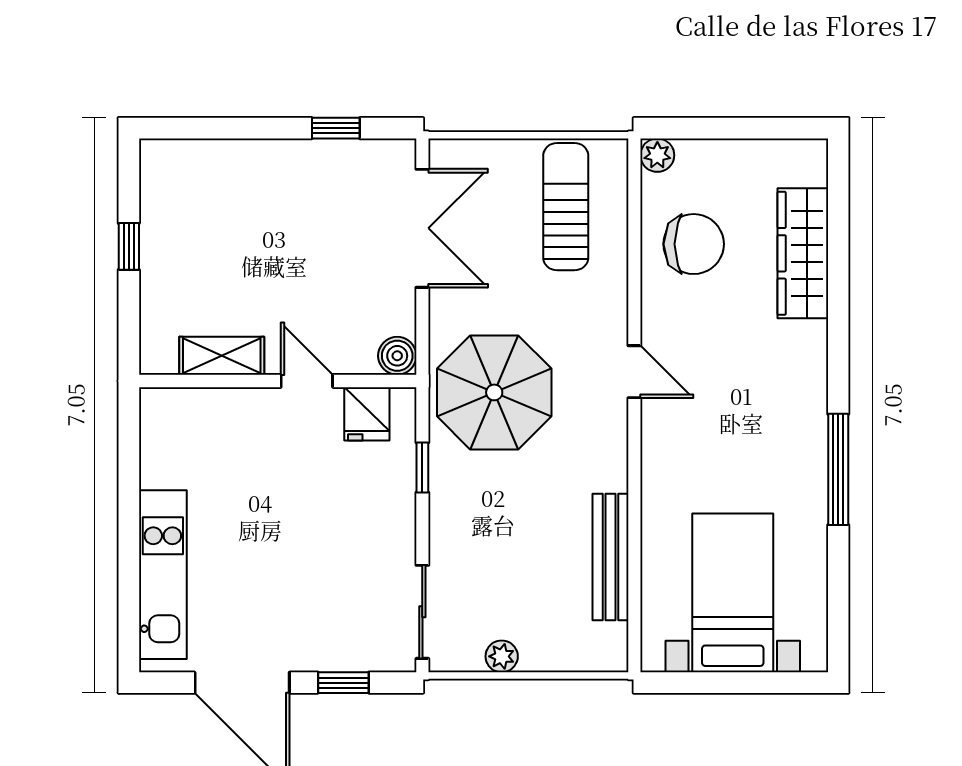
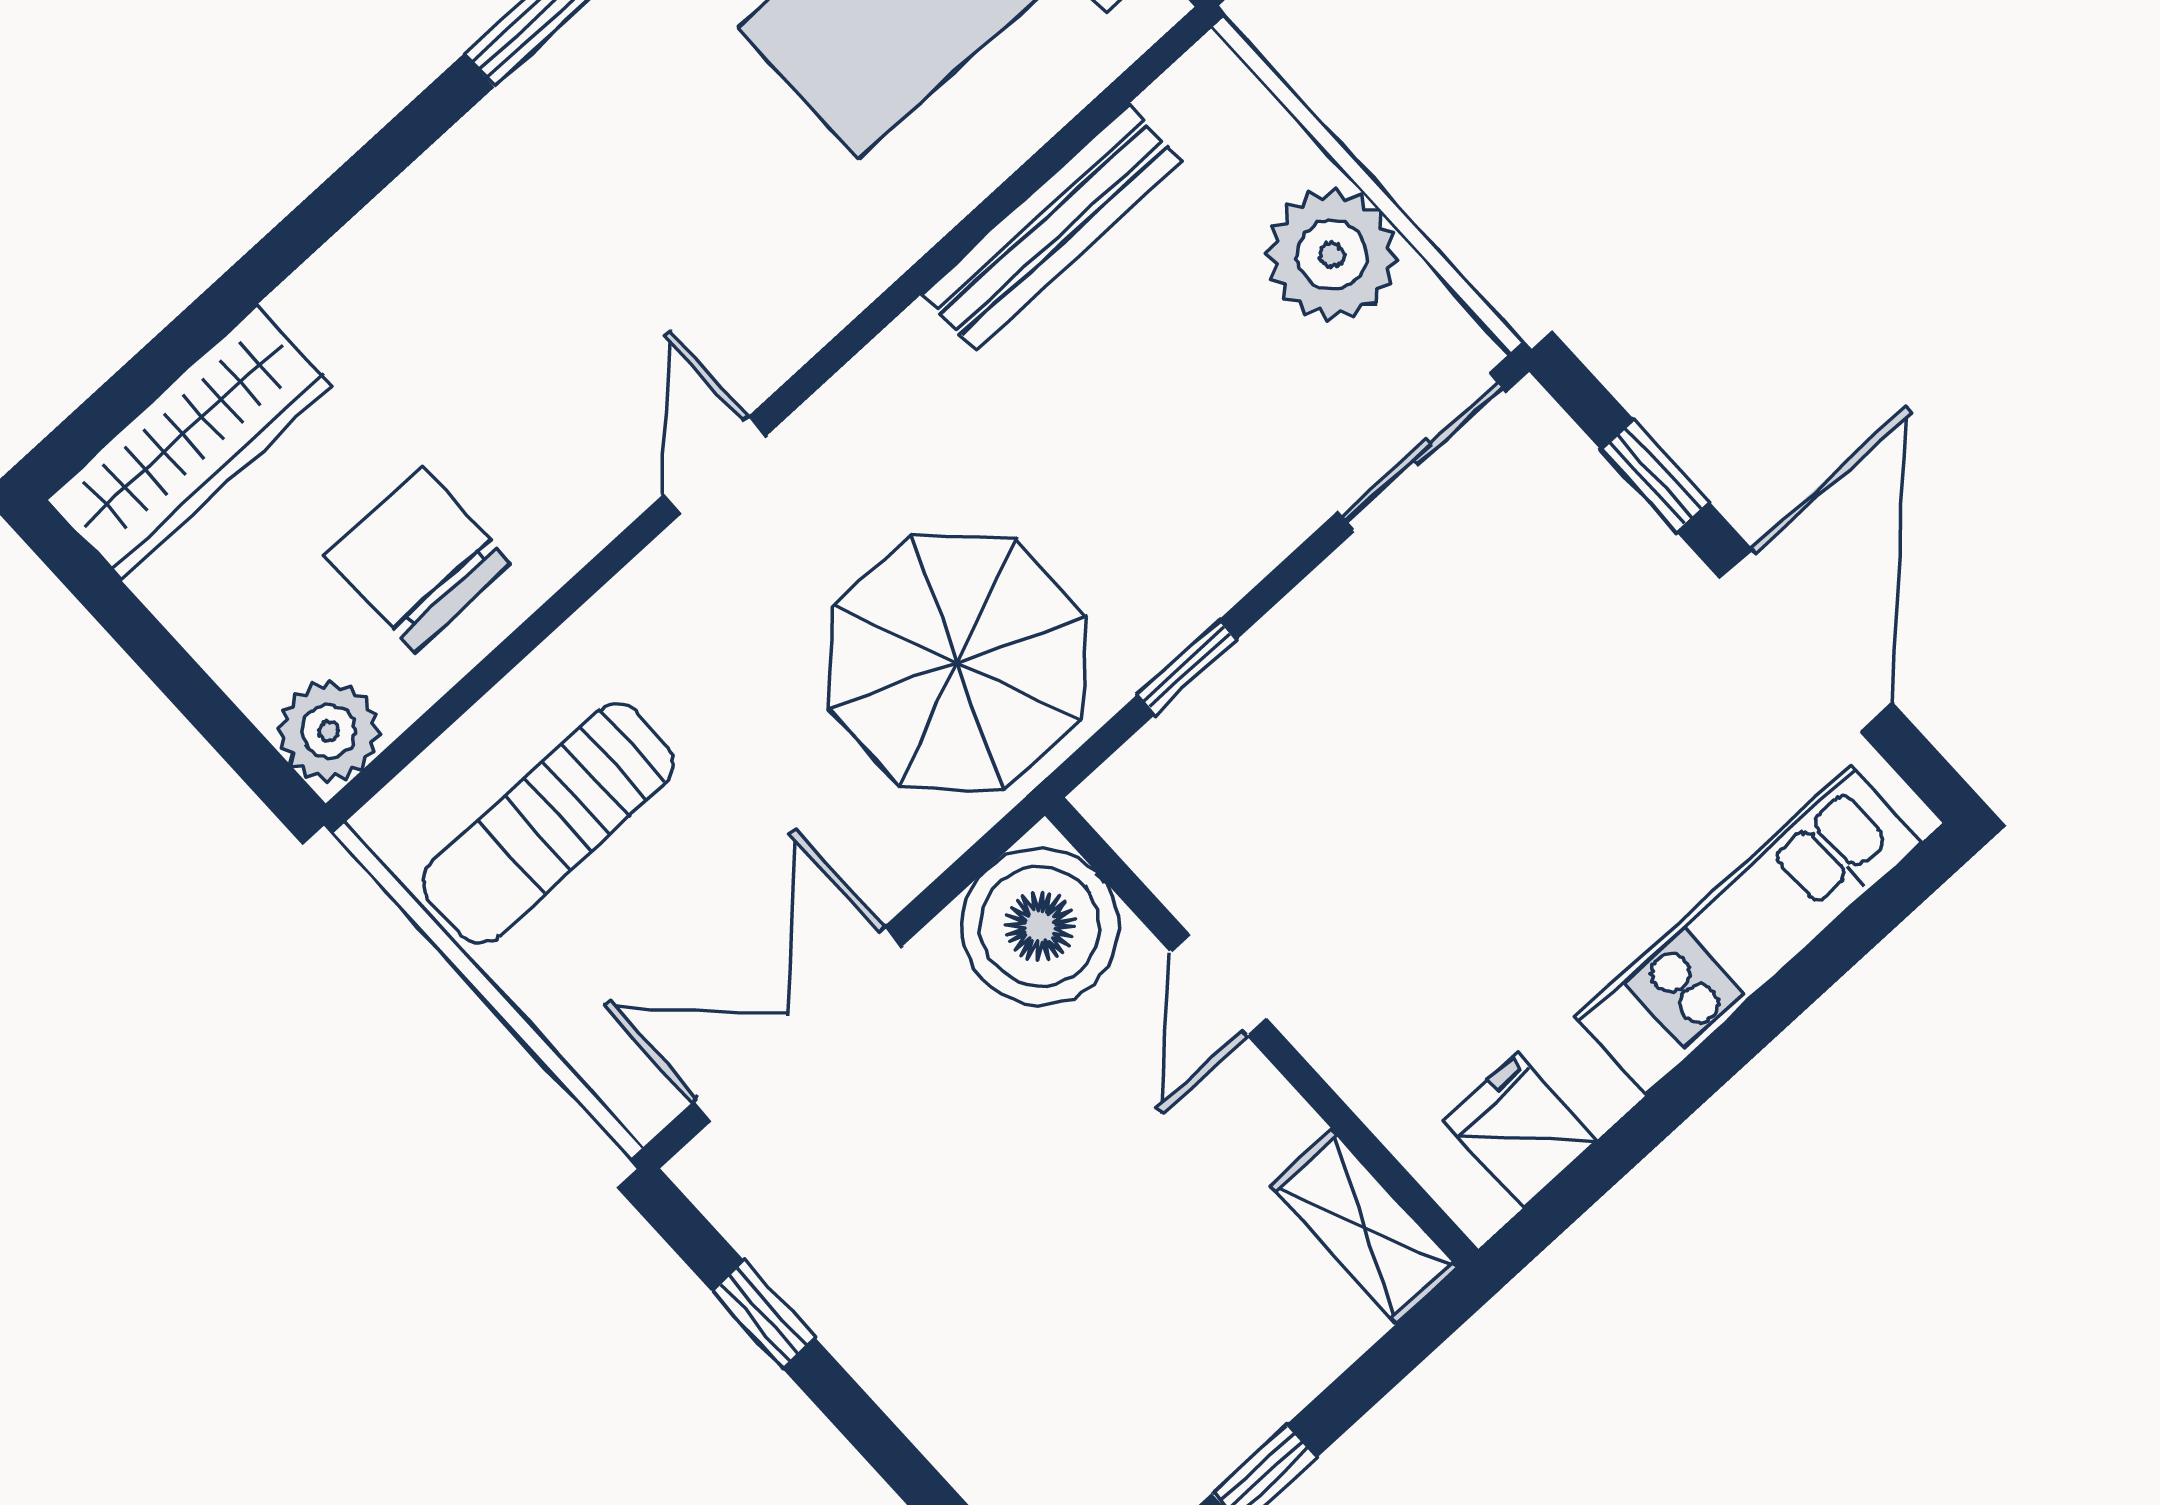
plant: (657, 155) -> (329, 731), width x1.38, depth x1.38
wardrobe: (803, 253) -> (189, 442), moved
shelving: (222, 356) -> (1364, 1227), moved
boiler: (397, 356) -> (1040, 926), width x1.86, depth x1.86
fridge: (367, 414) -> (1520, 1130), moved, turned -90
plant: (502, 656) -> (1332, 255), width x1.88, depth x1.88

